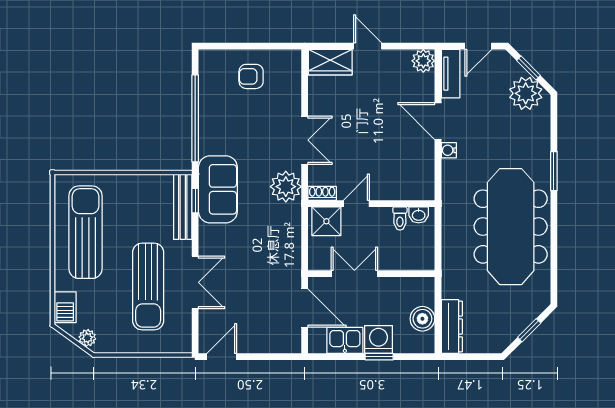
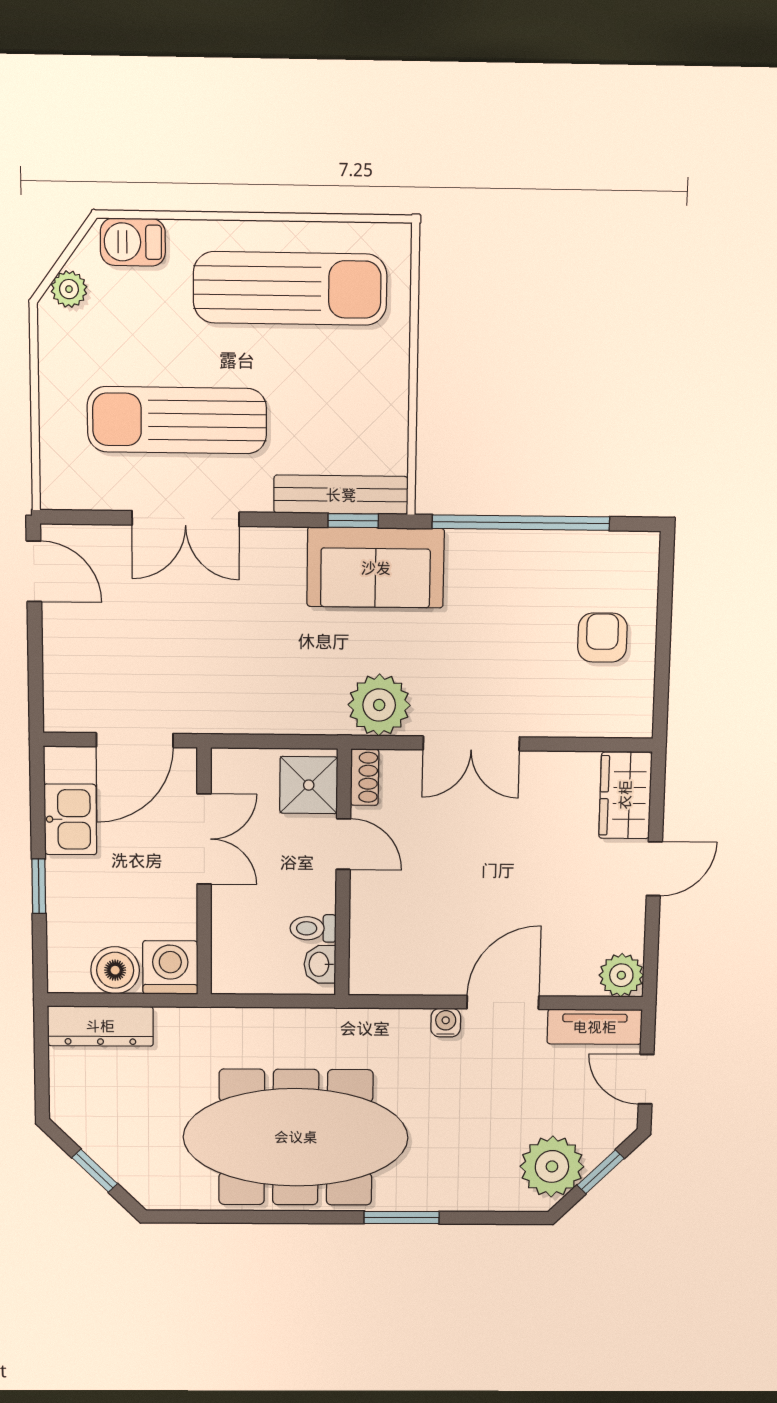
washing machine: (378, 340) -> (170, 967), moved, turned -90

